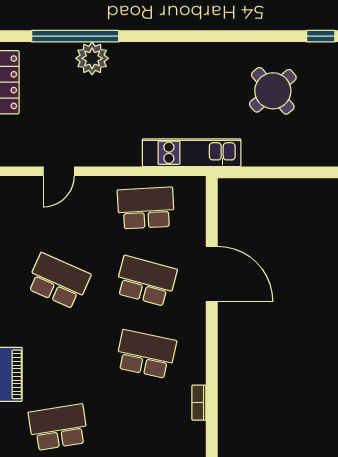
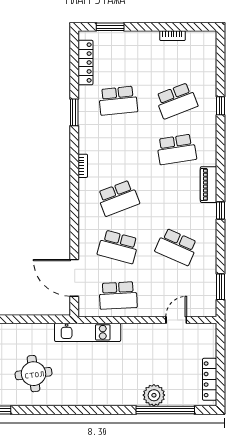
round table: (273, 91) -> (34, 374), turned 34
door: (212, 274) -> (74, 278), moved
school desk: (146, 354) -> (118, 198), turned -33

